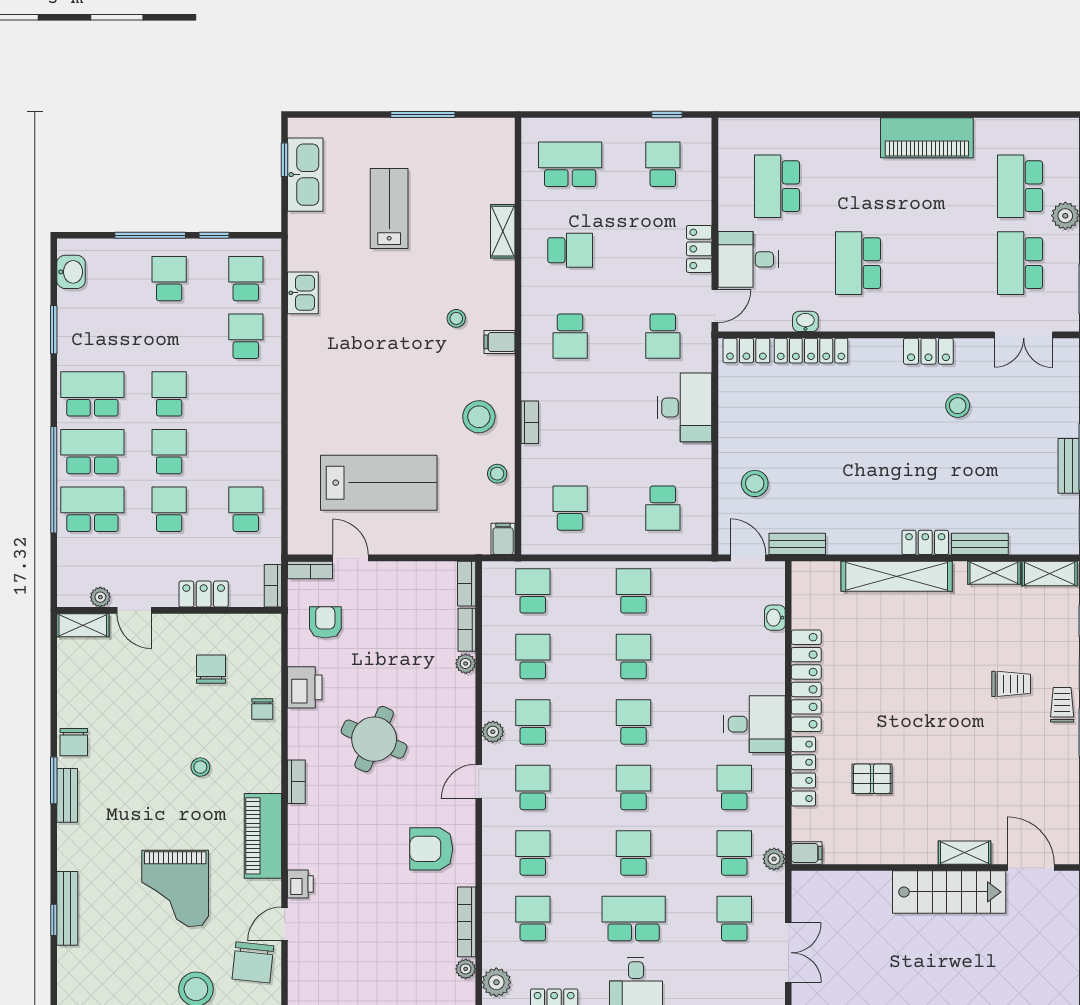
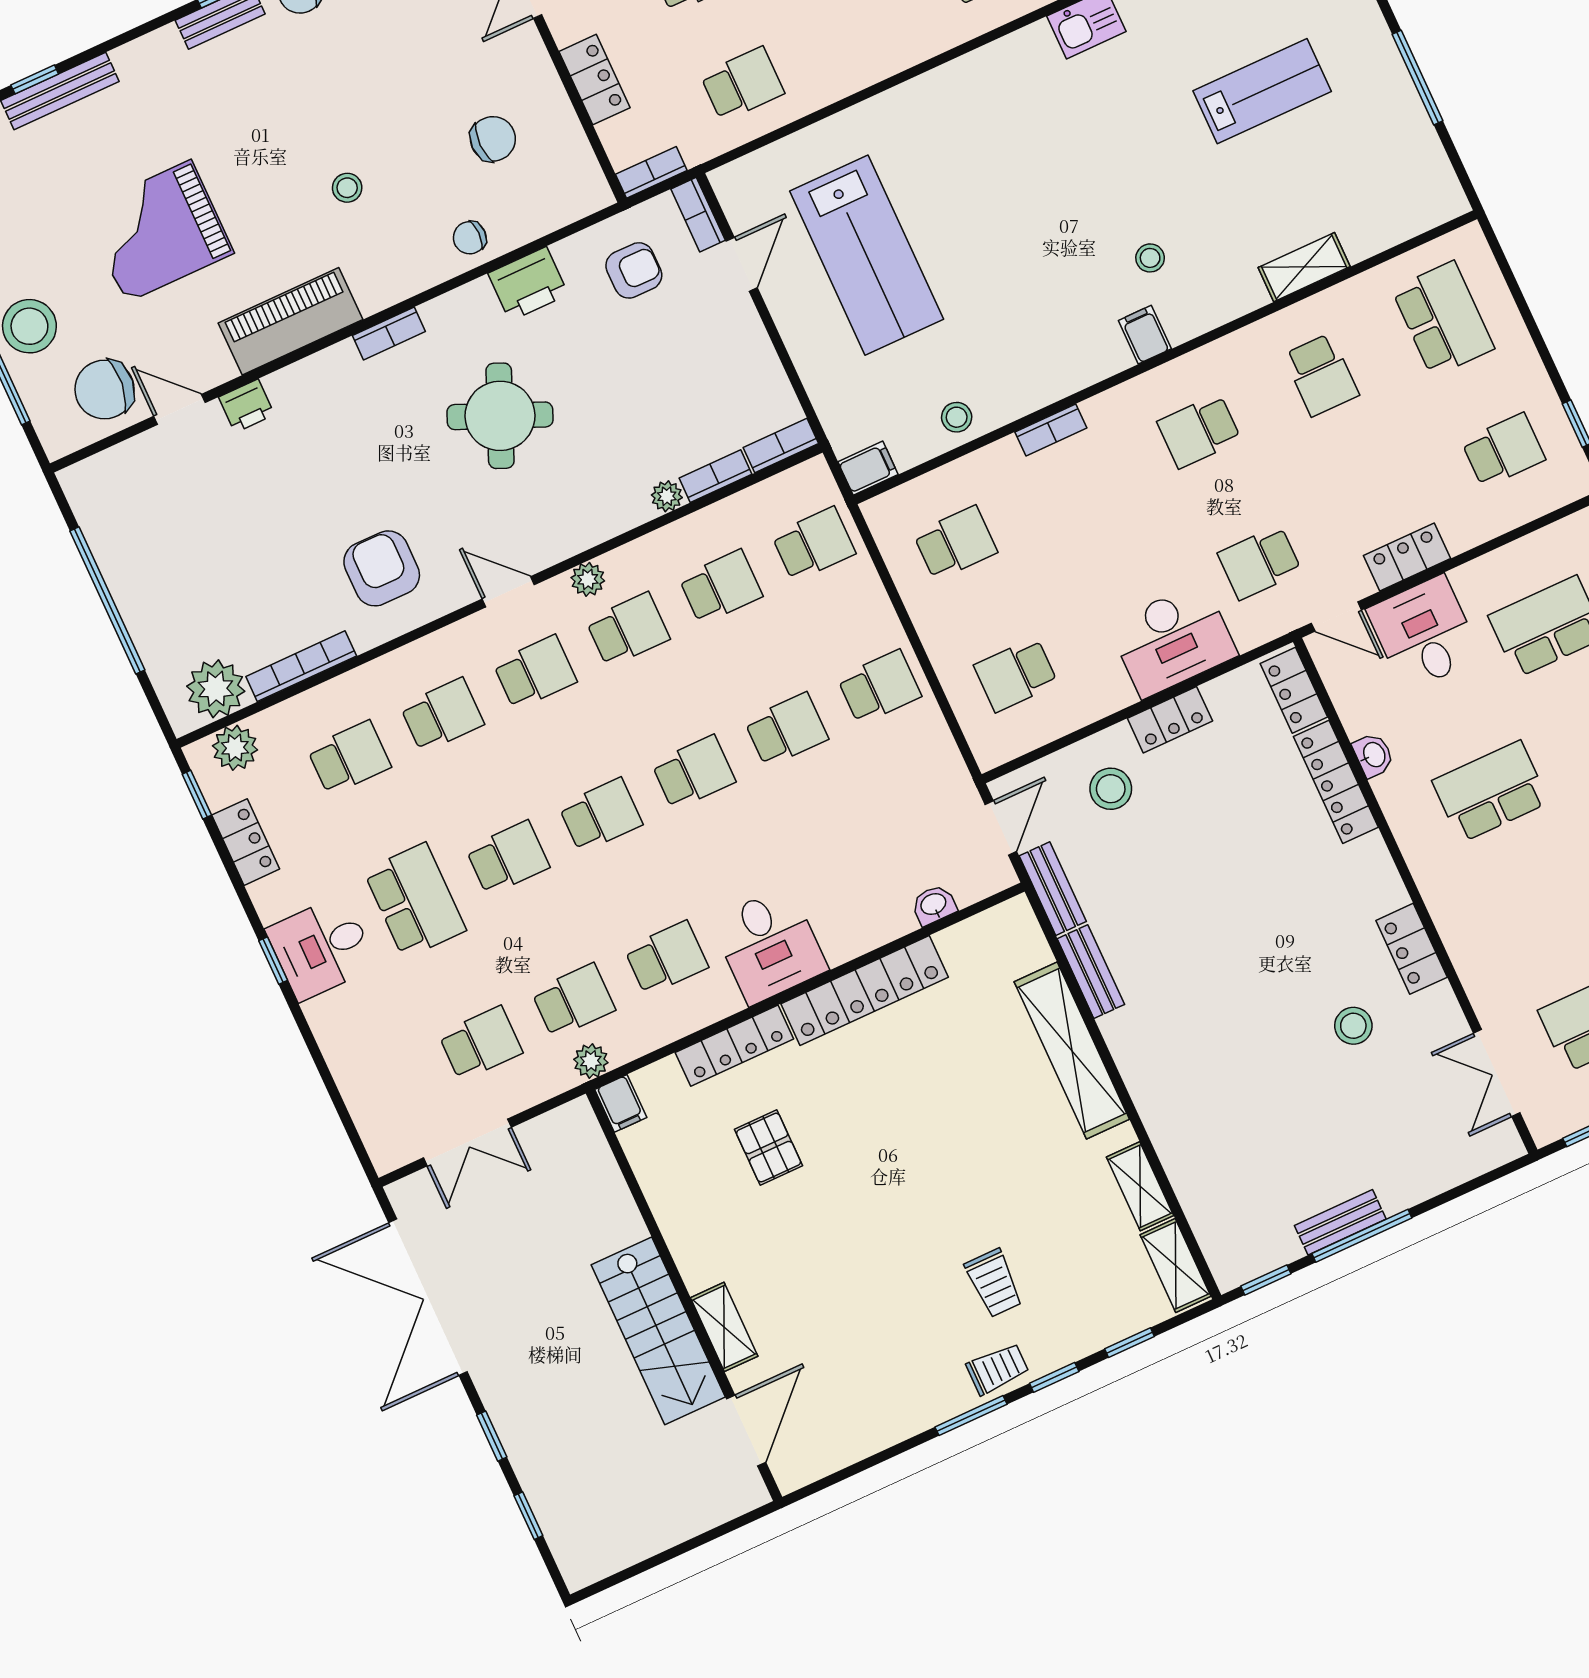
stool: (479, 417) -> (1025, 354), removed
locker: (925, 542) -> (1170, 720), moved, turned 90
bench: (980, 544) -> (1091, 972), moved
plant: (466, 969) -> (216, 689), width x1.88, depth x1.88

